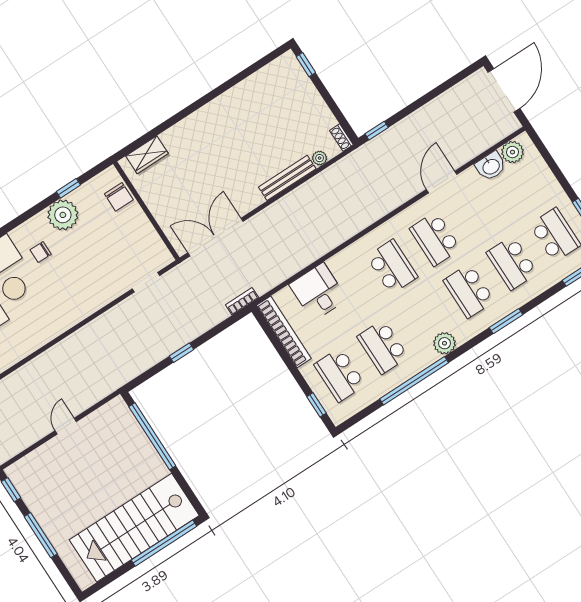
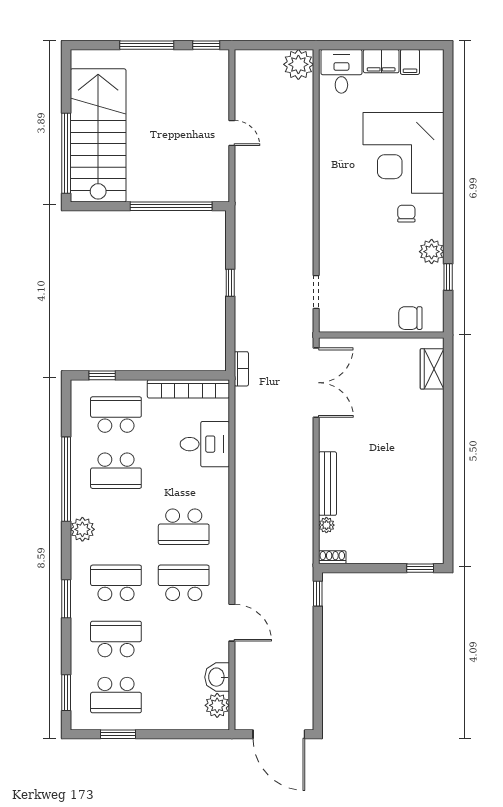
plant: (63, 215) -> (432, 252), width x0.73, depth x0.73
school desk: (383, 347) -> (116, 471), turned 180

